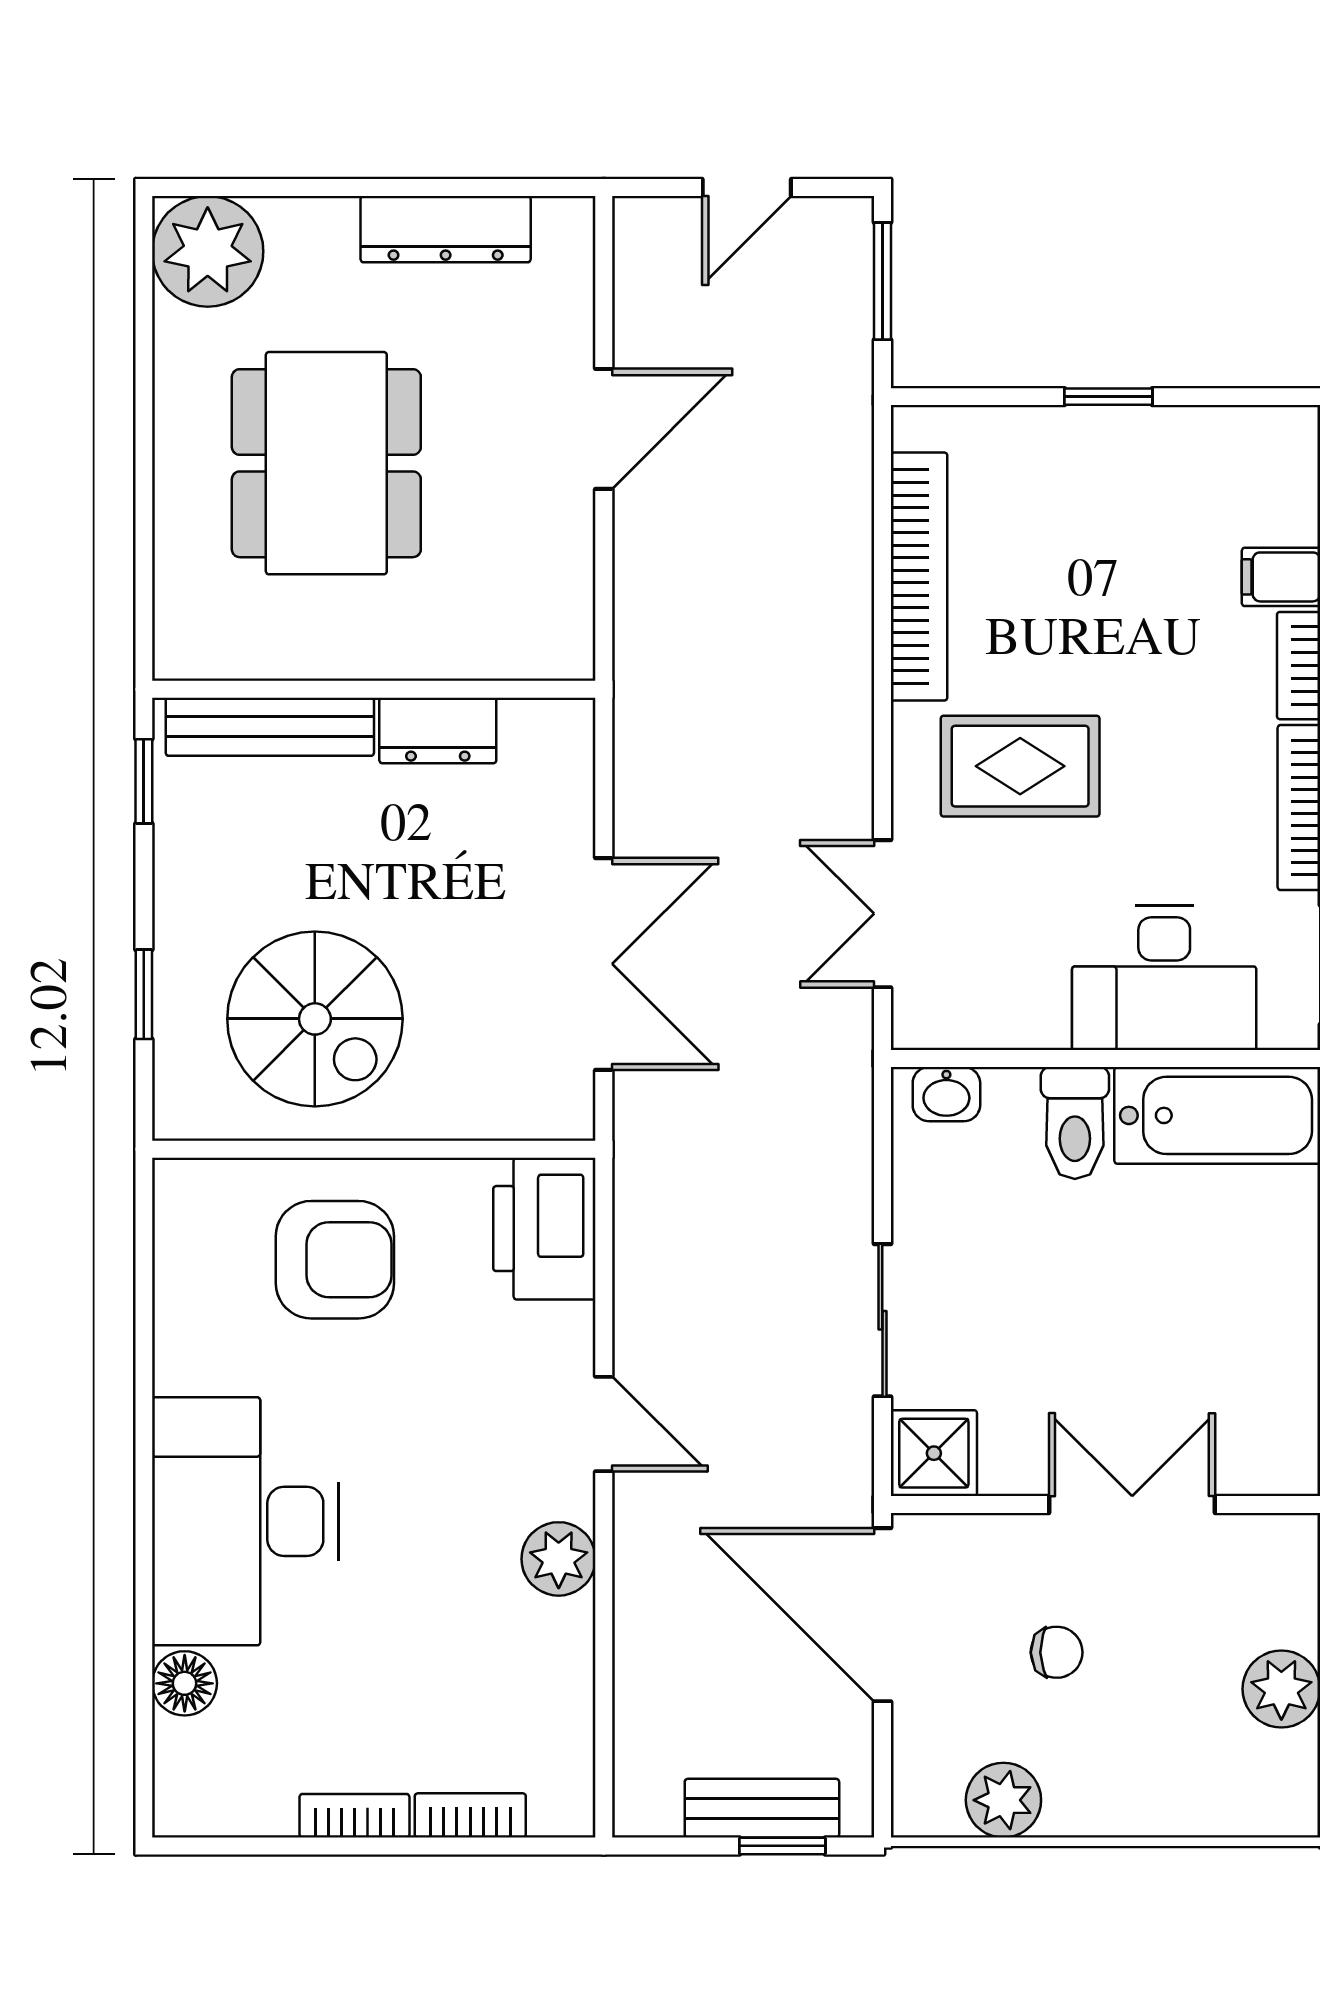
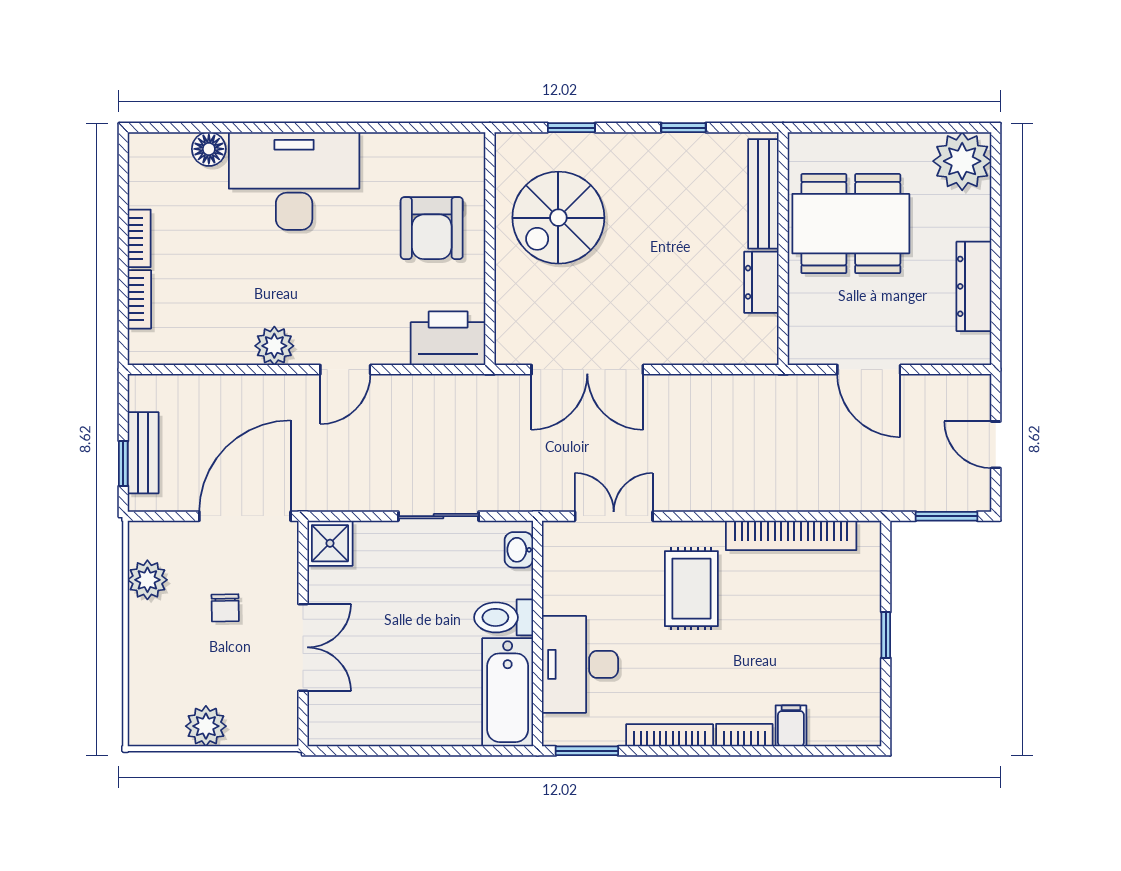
wall: (374, 689) -> (783, 249), moved
bench: (270, 727) -> (763, 194), moved
dresser: (438, 730) -> (761, 282), moved
sliding door: (882, 1320) -> (438, 516), moved

